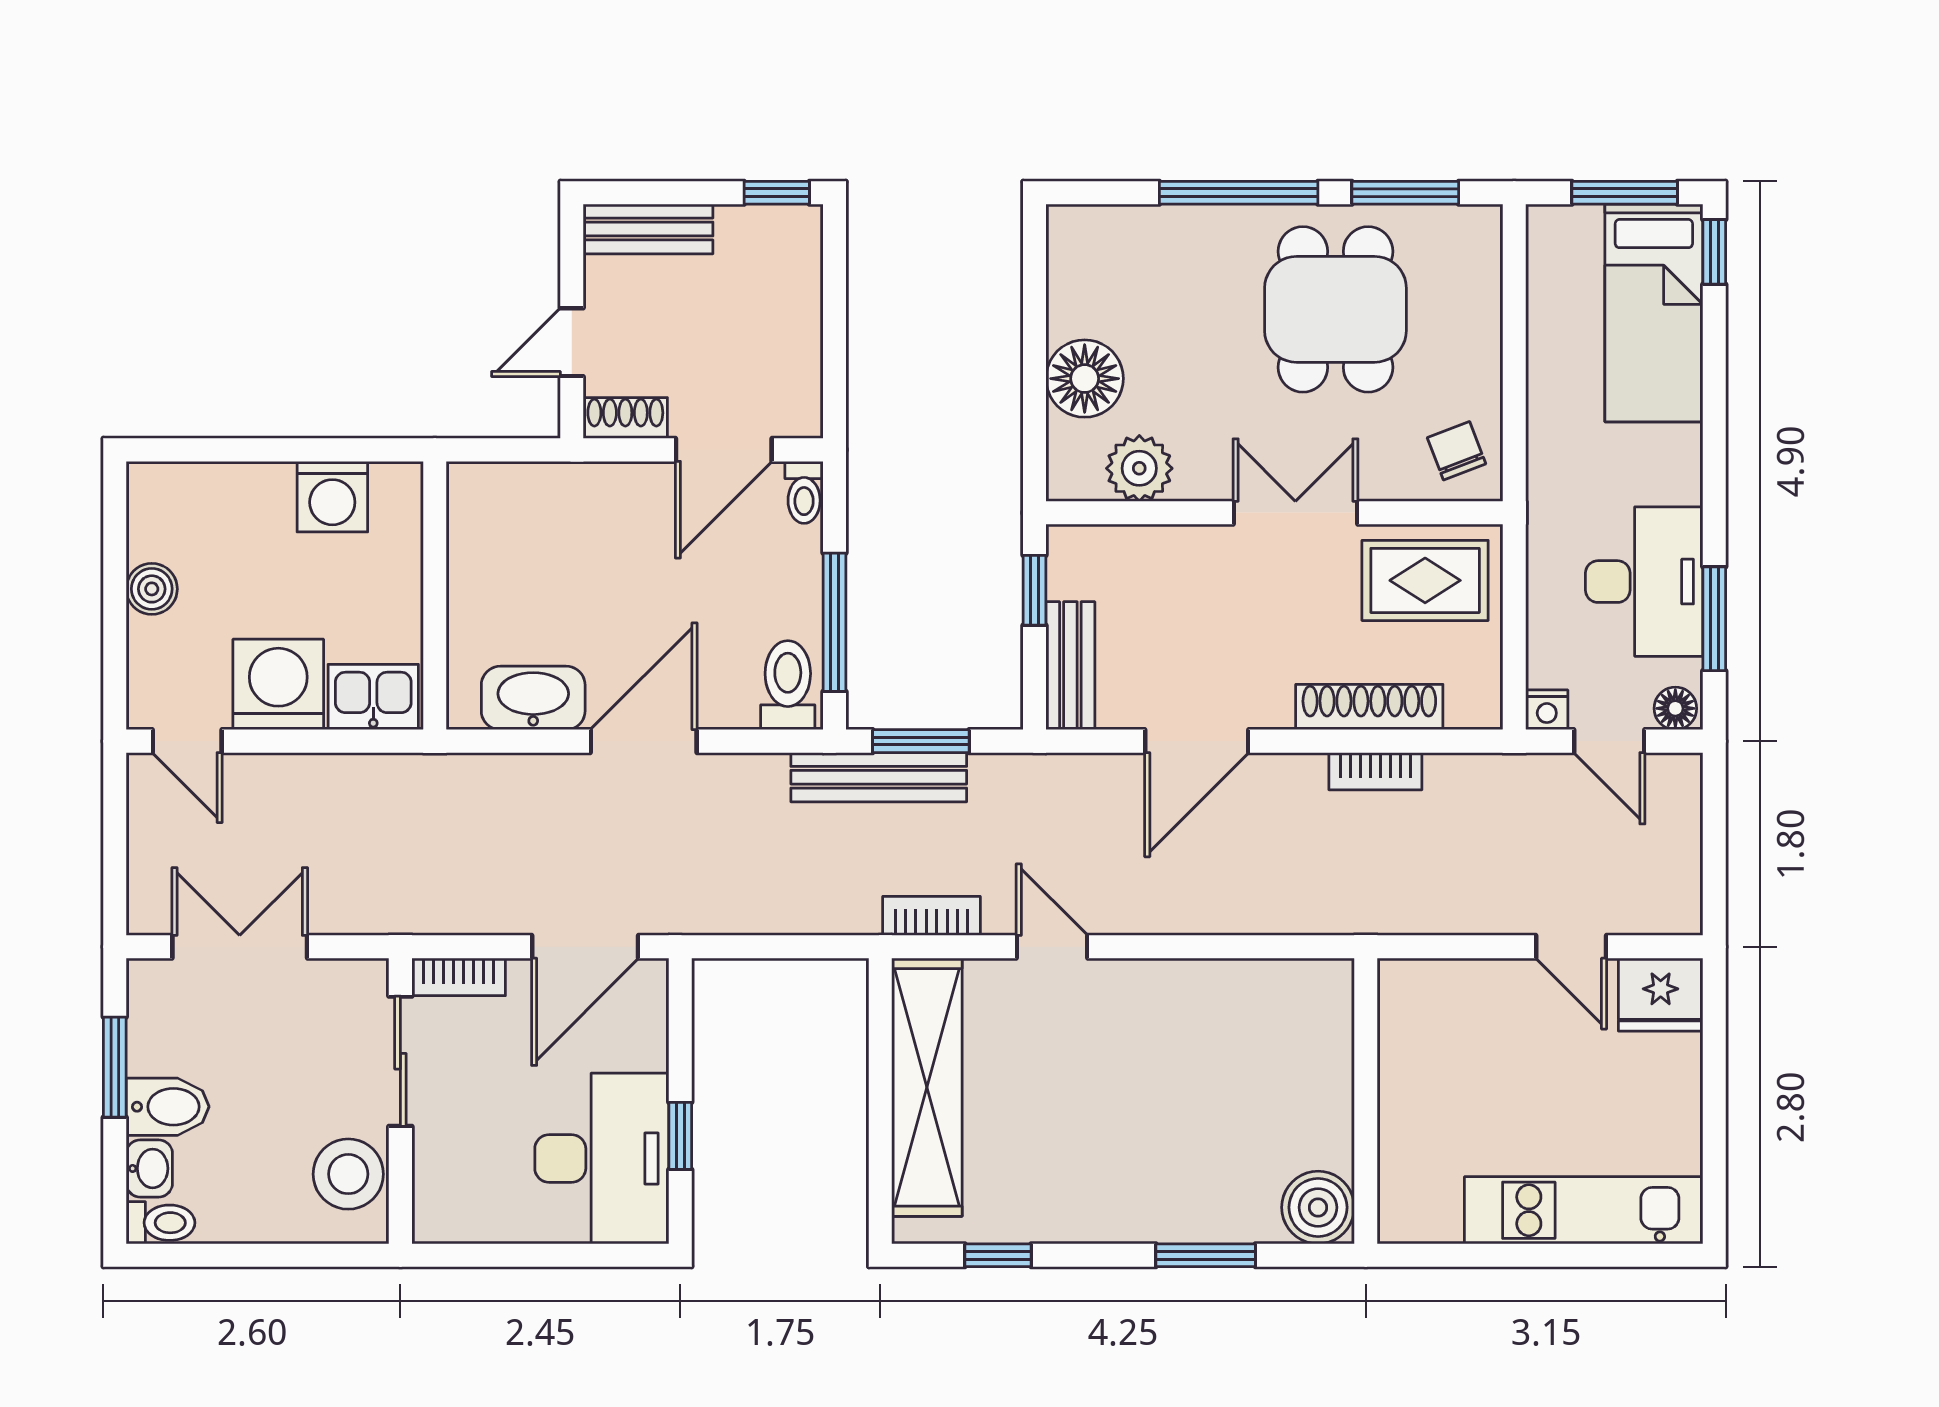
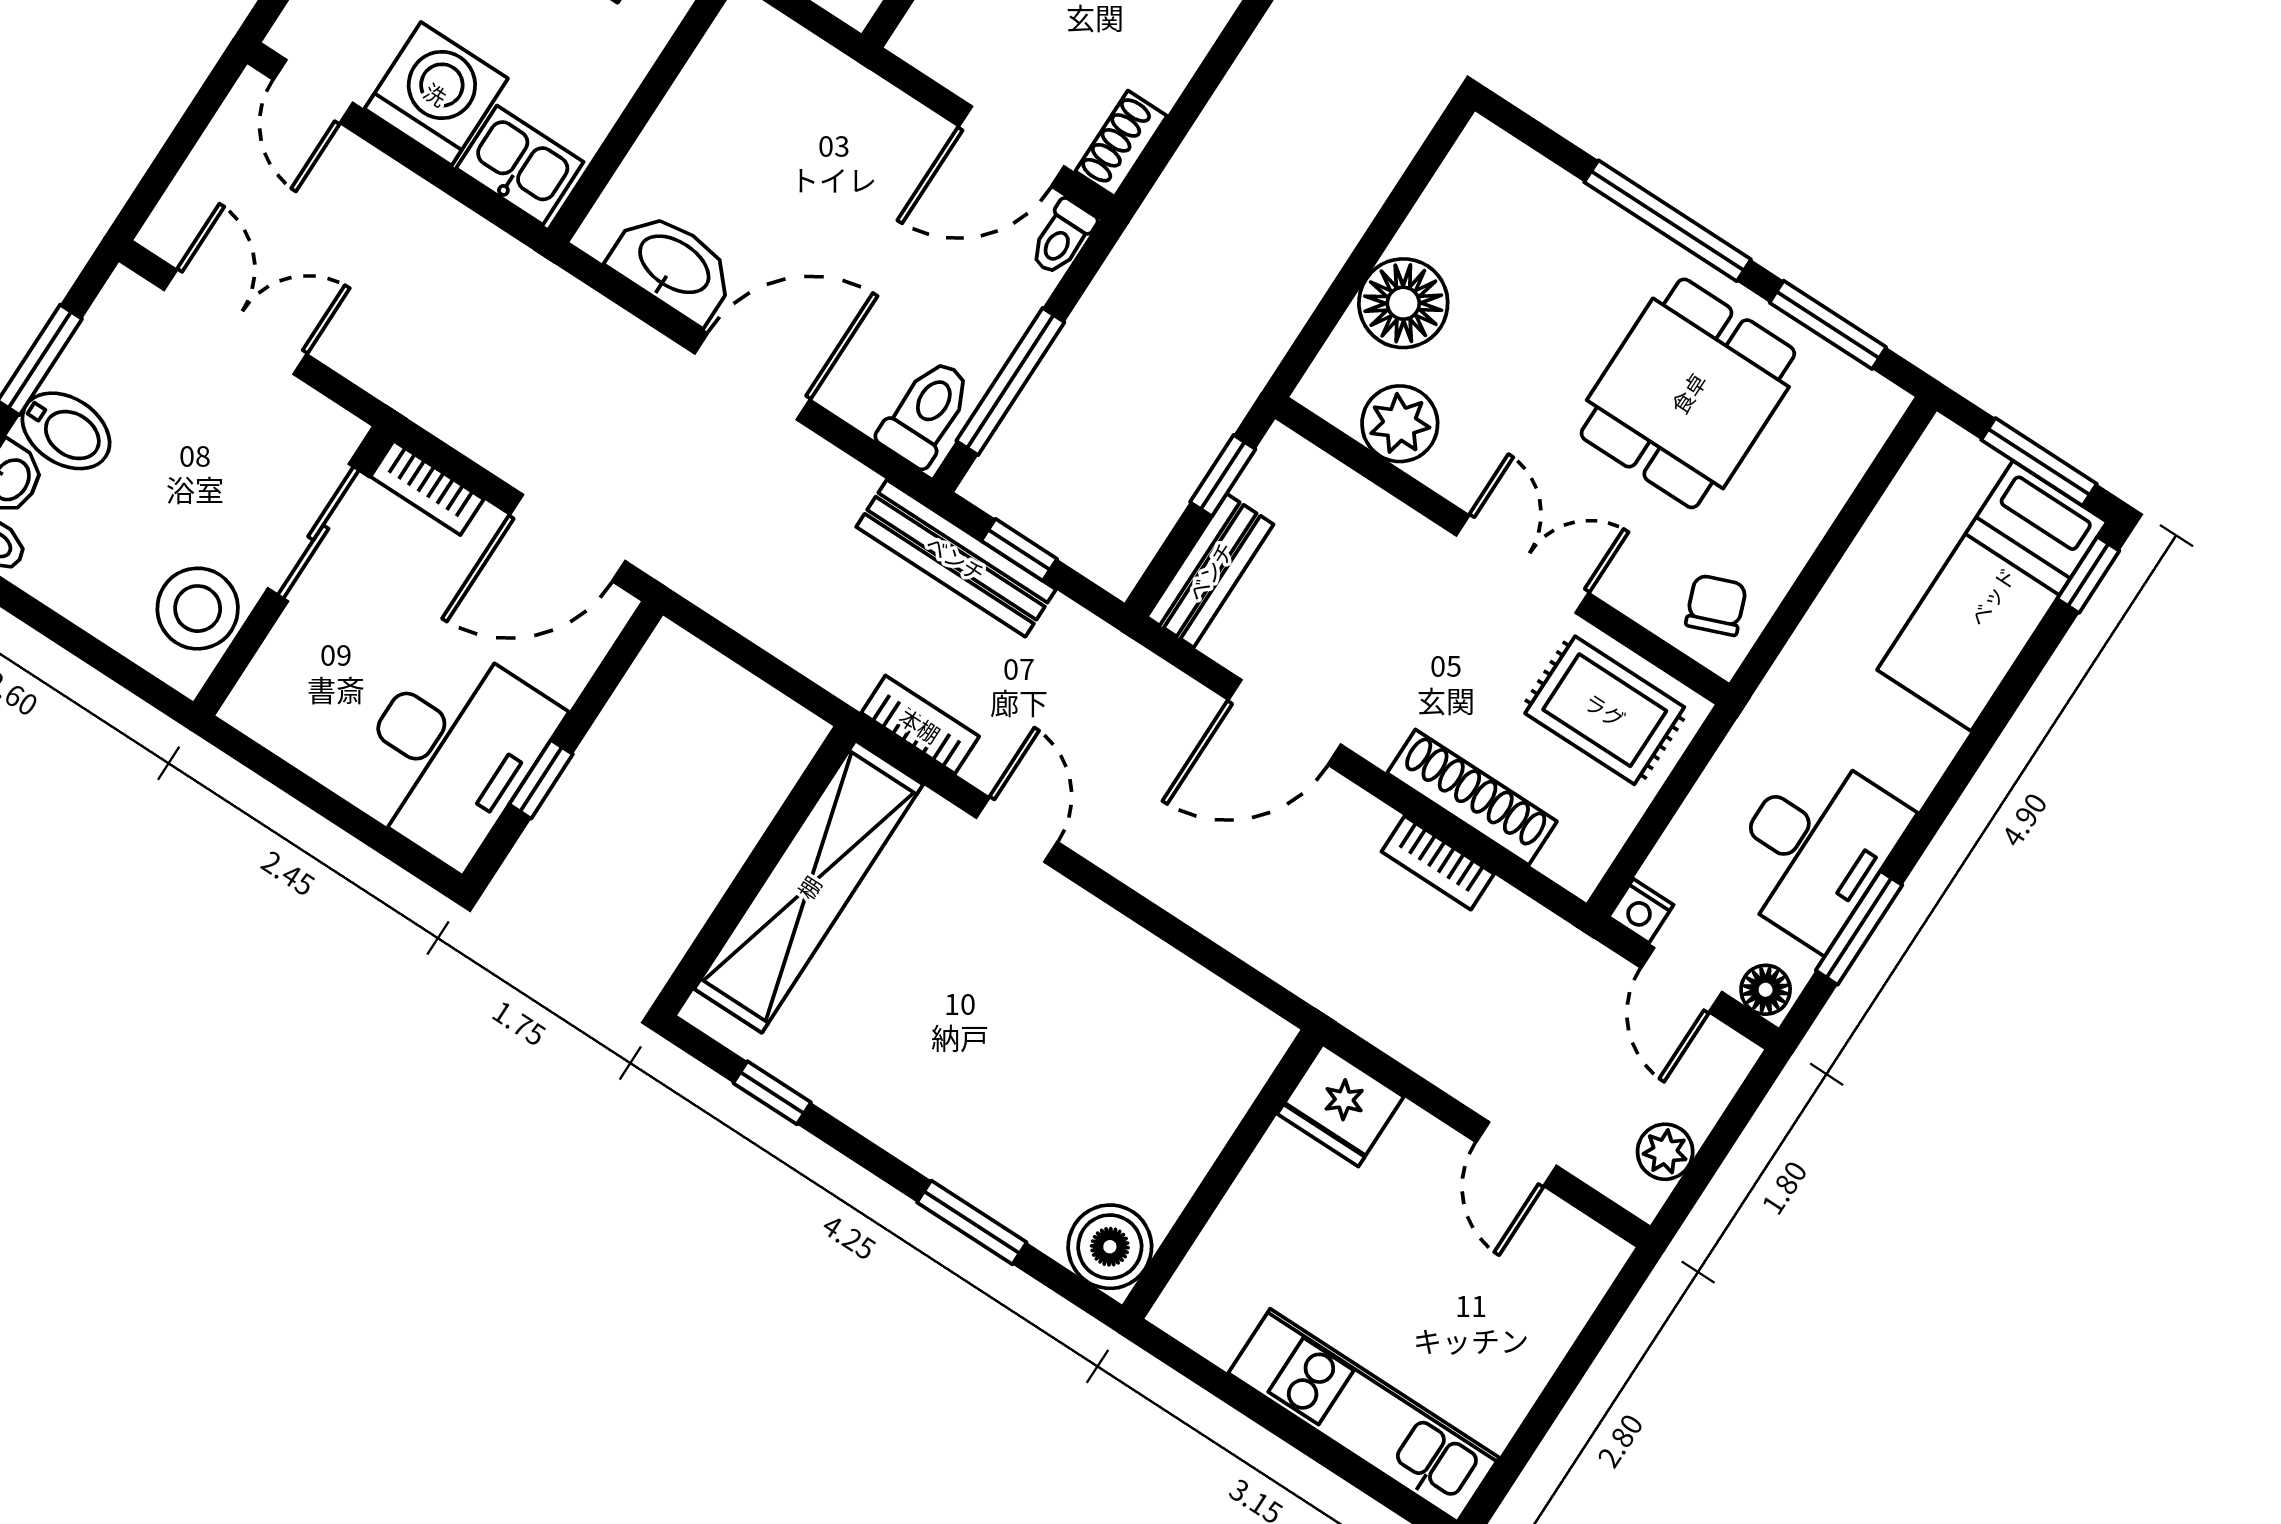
shoe rack: (625, 418) -> (1121, 144), moved, turned -90
window: (921, 741) -> (1019, 550), width x0.67
plant: (1679, 874) -> (1665, 1152), added
fridge: (1661, 995) -> (1341, 1105), moved

